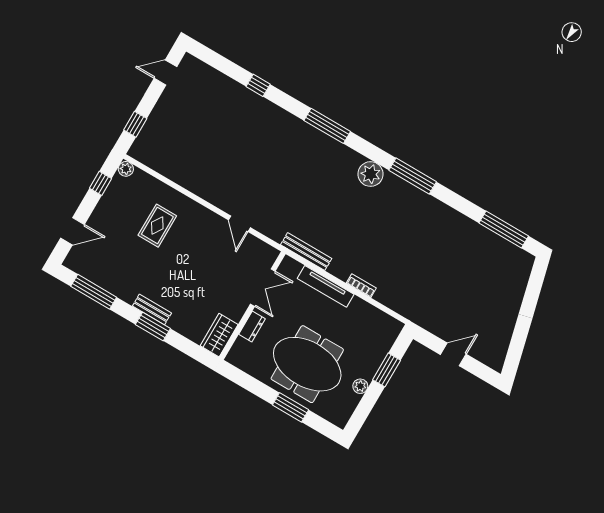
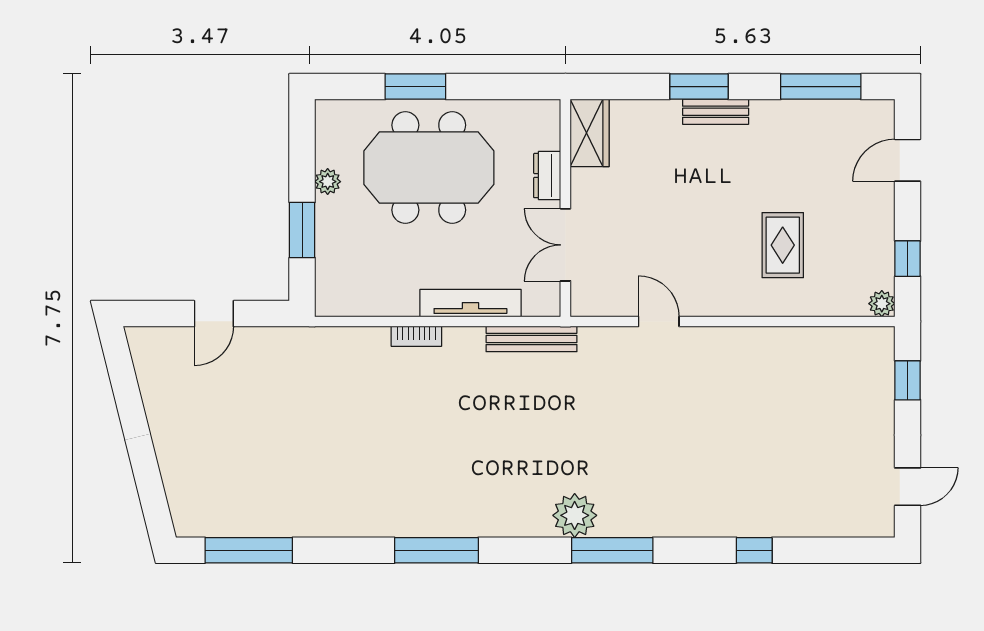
plant: (371, 174) -> (575, 515), moved

